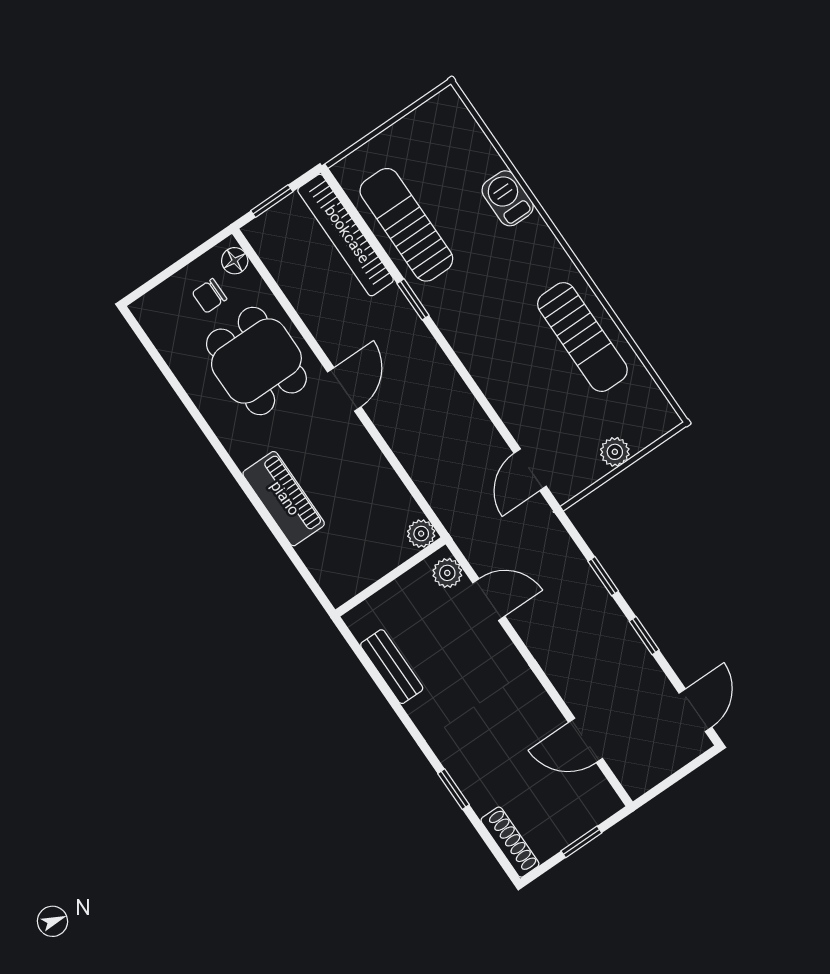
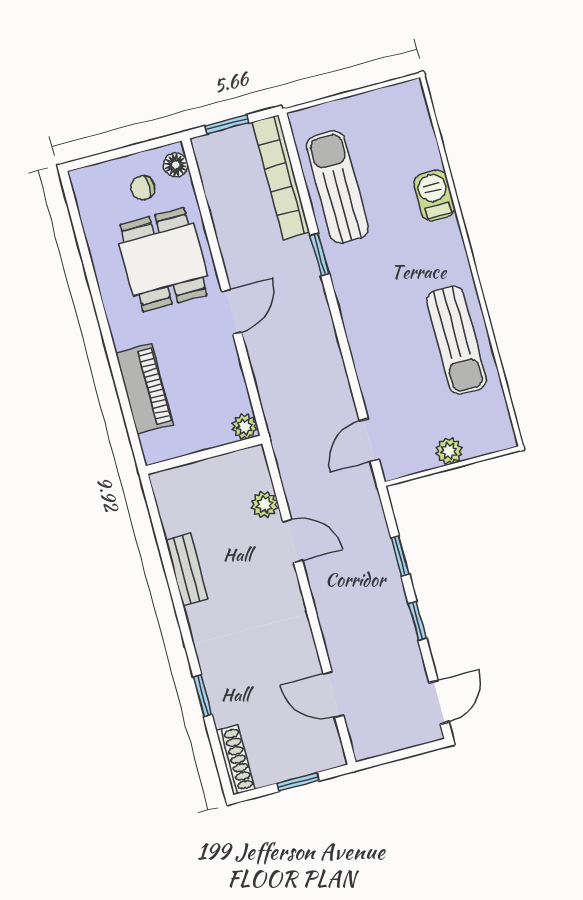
plant: (421, 534) -> (245, 427), moved
wall: (390, 577) -> (204, 455), moved

